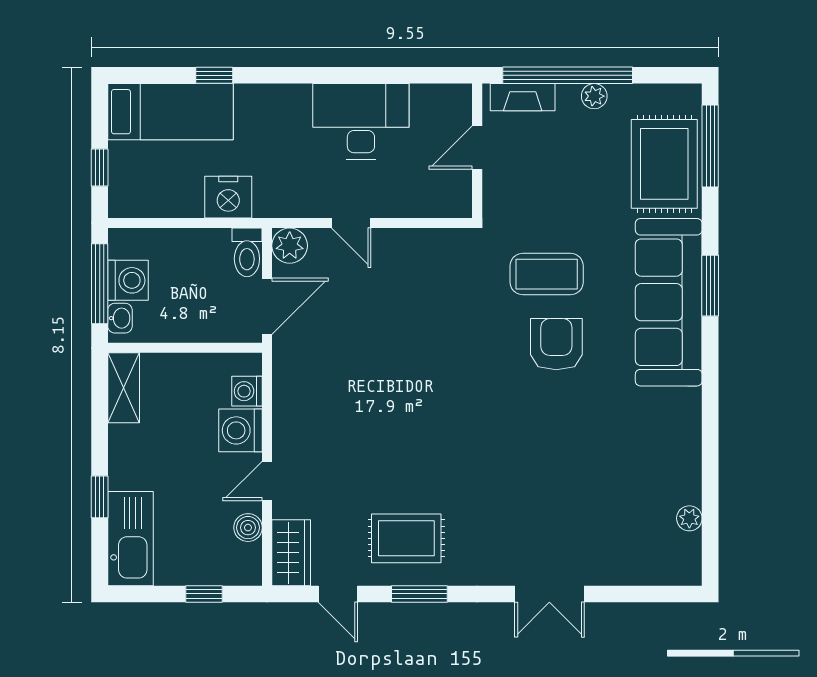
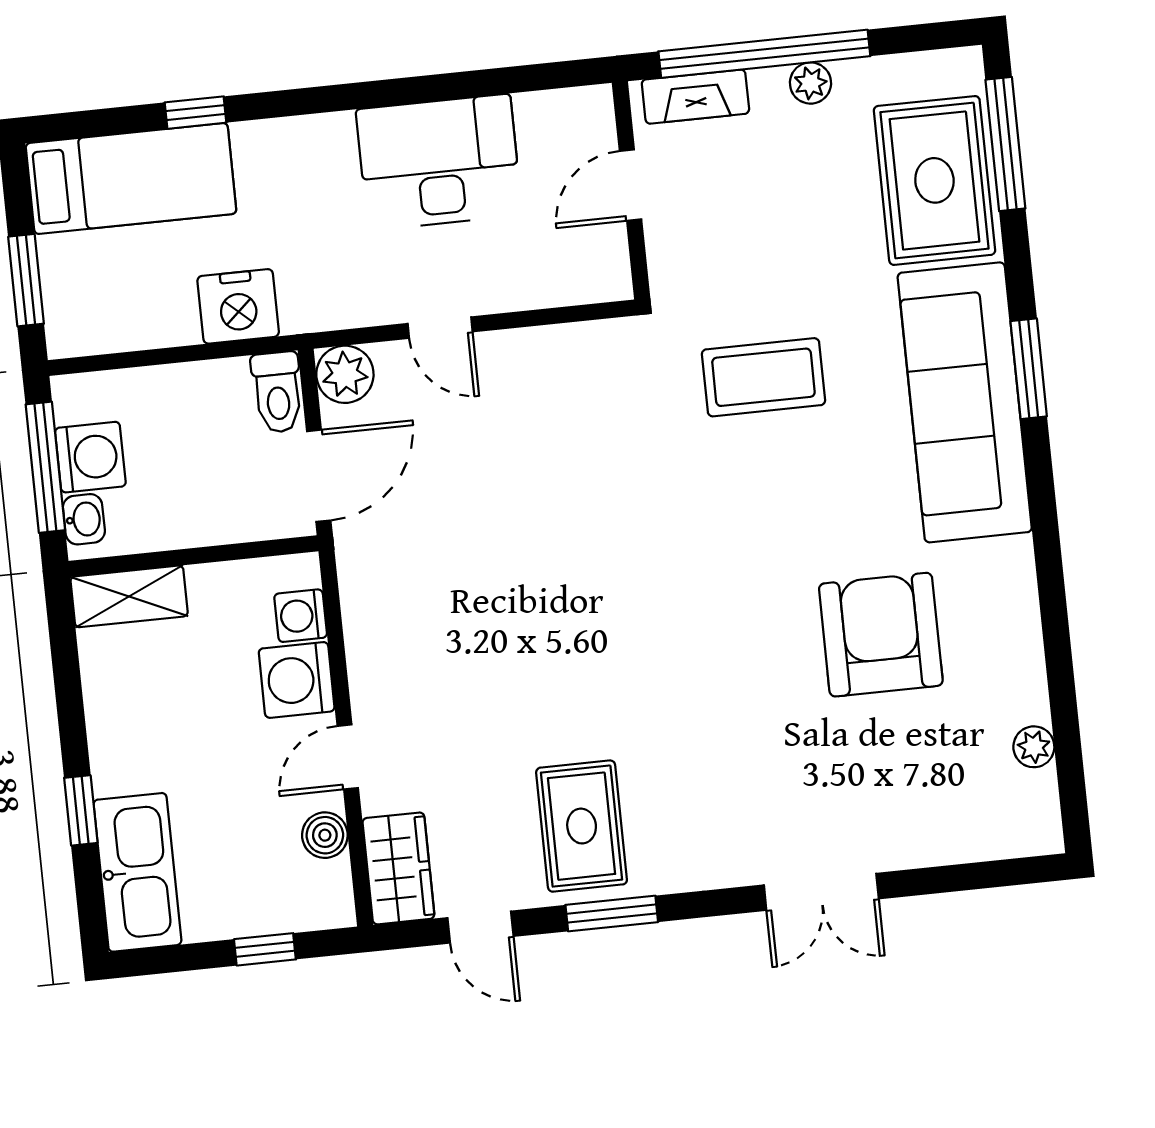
window: (100, 168) -> (26, 280), width x1.50
armchair: (556, 344) -> (881, 635), moved, width x1.36, depth x1.36
shelving: (124, 388) -> (129, 596), moved, turned 90
rug: (406, 538) -> (582, 826), turned 90

